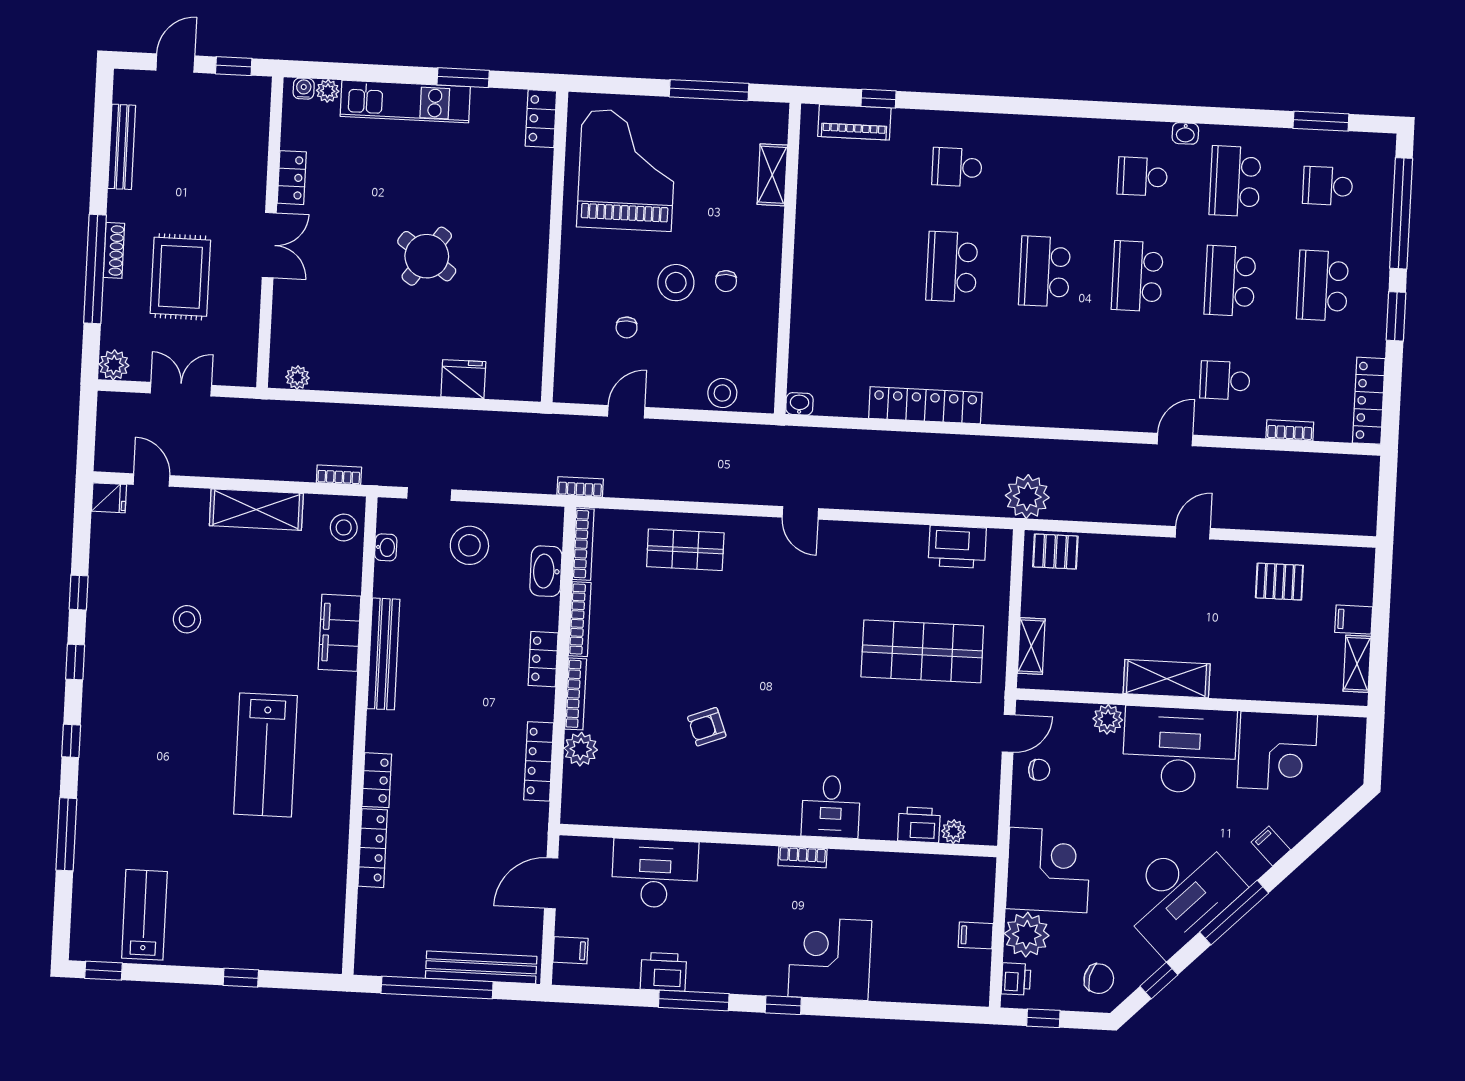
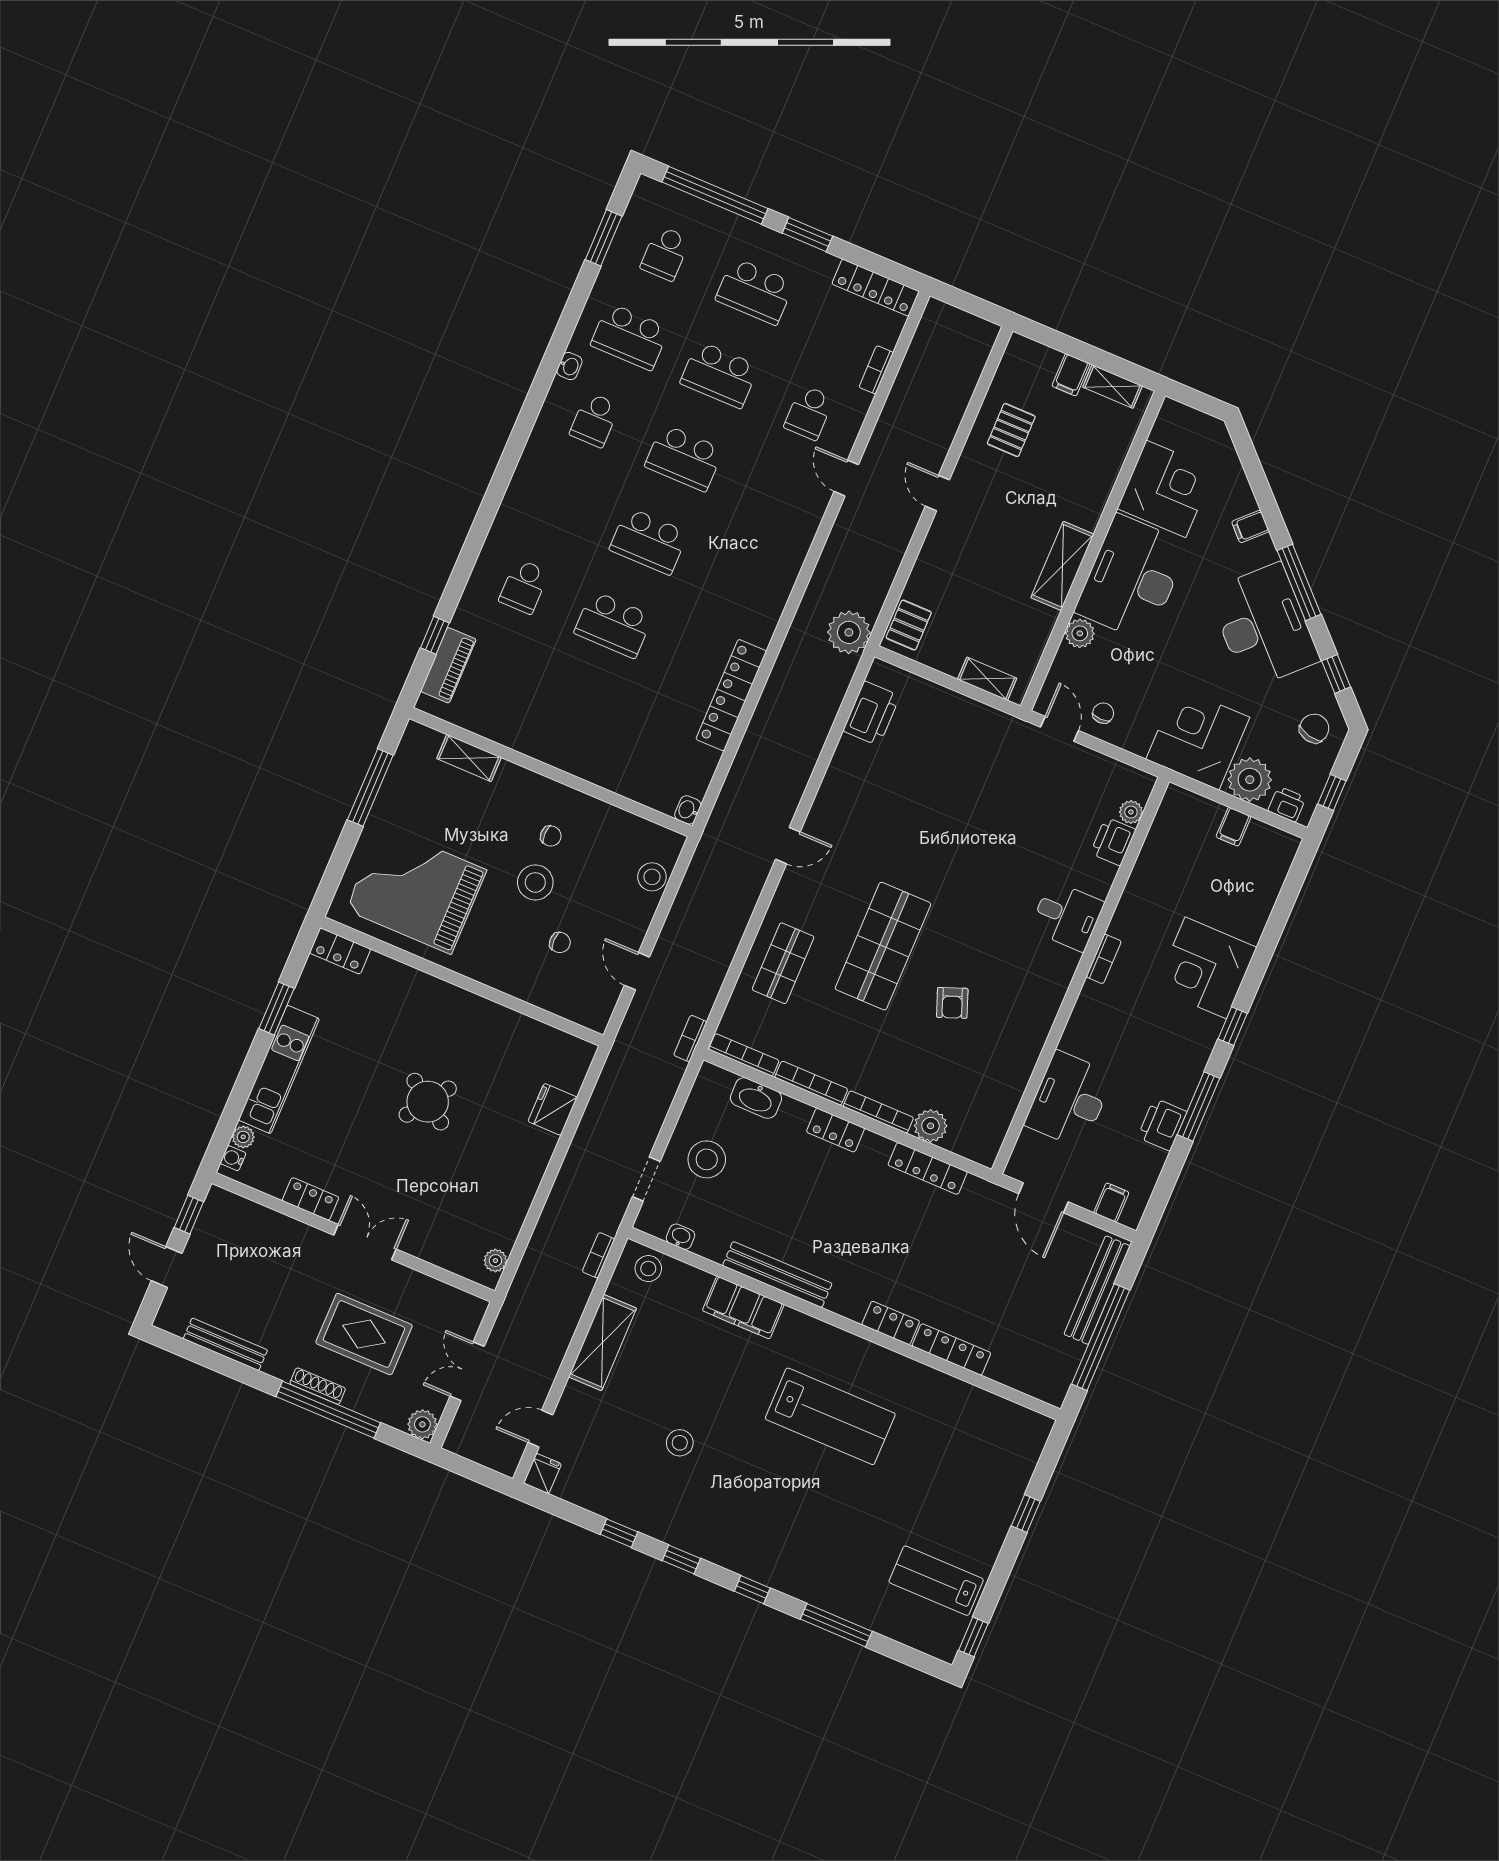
shop shelf: (922, 651) -> (883, 946), moved

